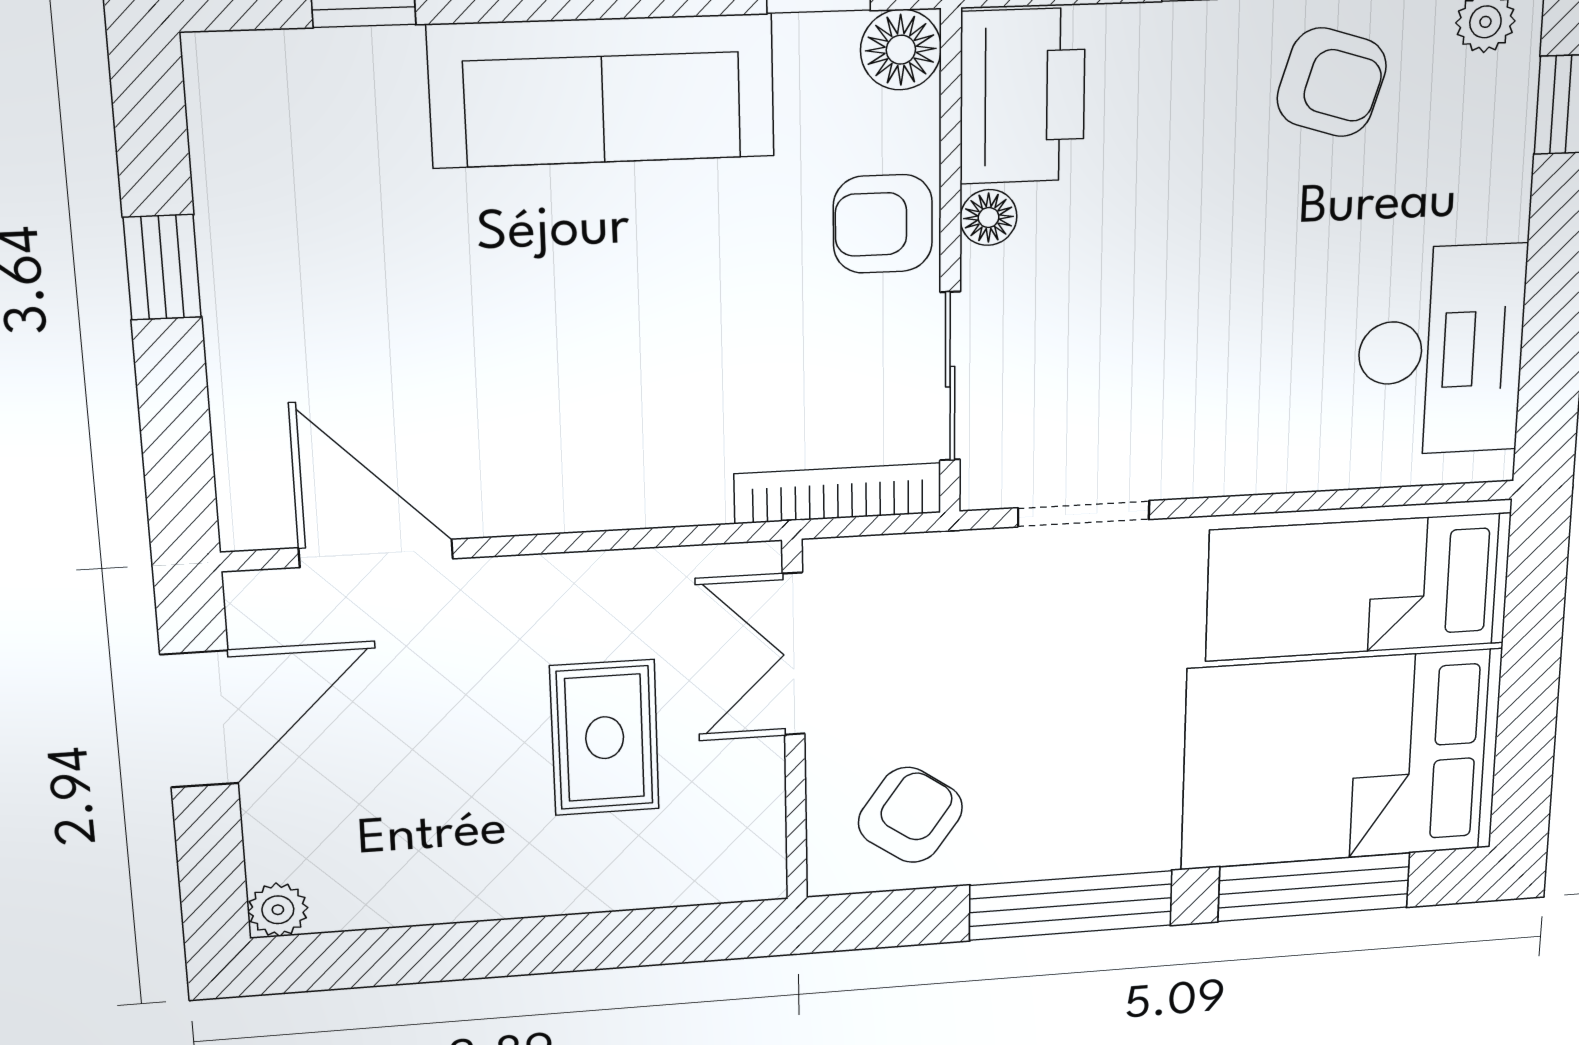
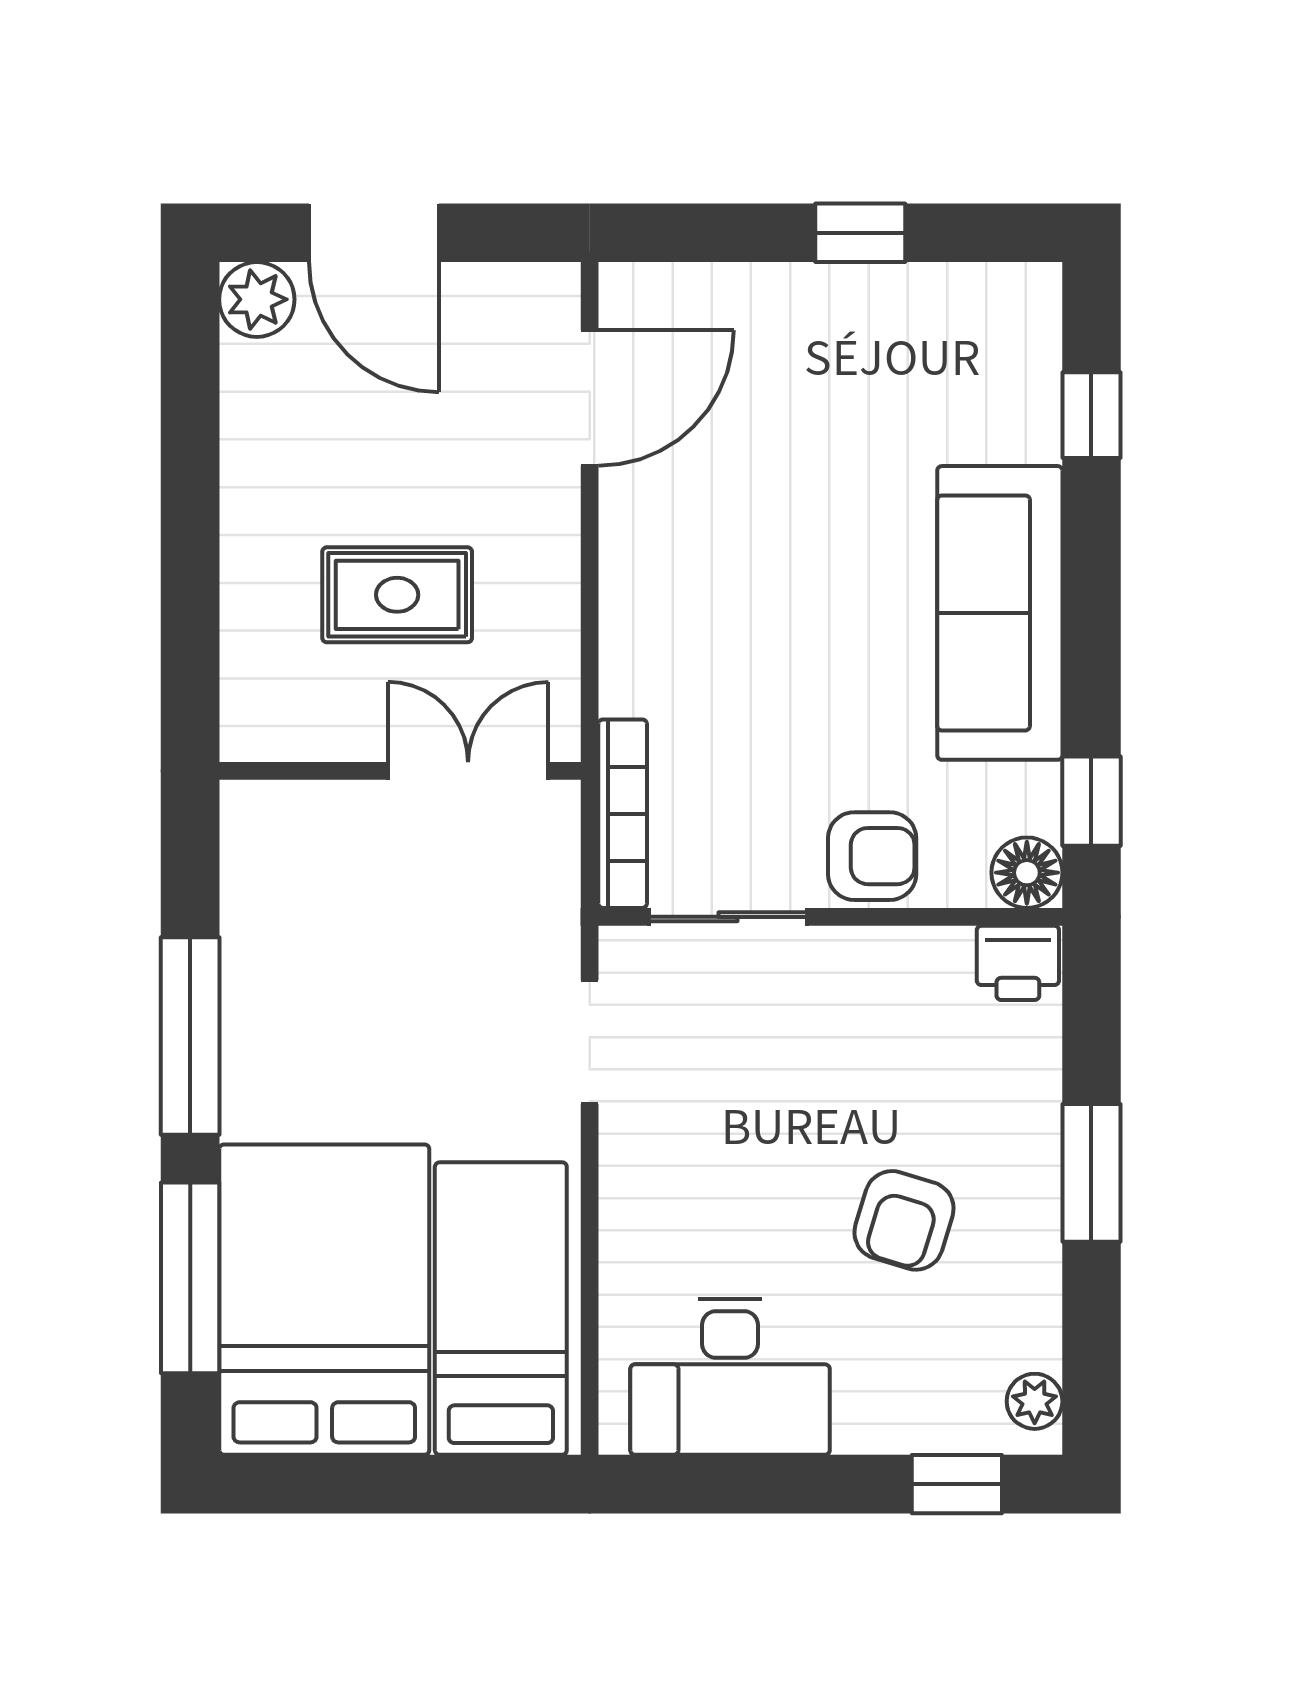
armchair: (1332, 82) -> (904, 1220), moved
printer: (1022, 96) -> (1018, 963), width x0.53, depth x0.68
floor lamp: (989, 217) -> (874, 951), removed
armchair: (883, 224) -> (872, 856), turned 90
door: (199, 719) -> (374, 233), moved
armchair: (910, 815) -> (297, 880), removed
plant: (278, 910) -> (257, 299), width x1.38, depth x1.38

